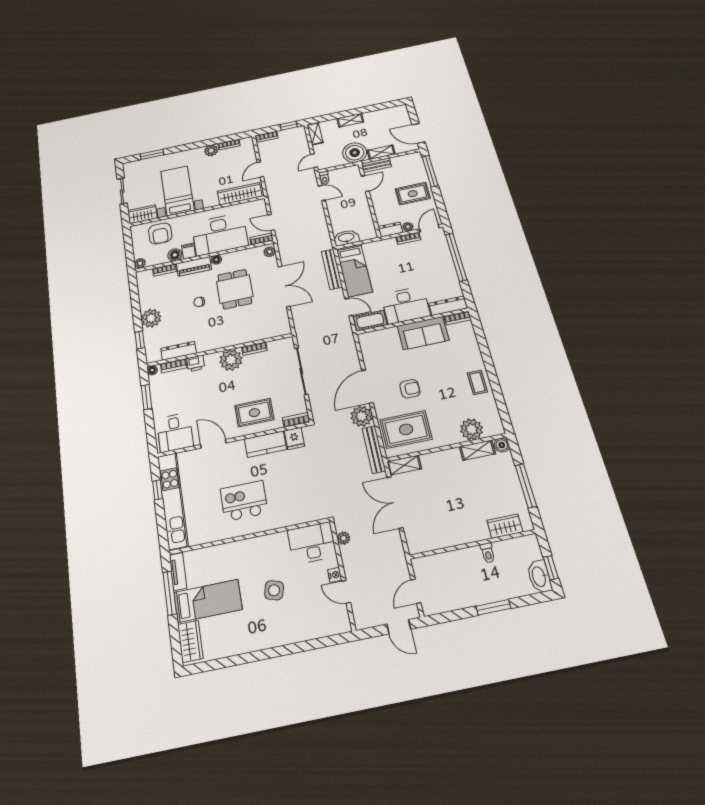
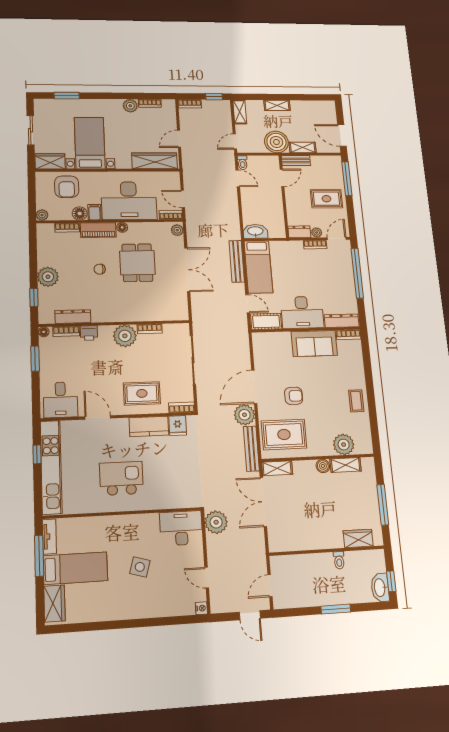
boiler: (502, 445) -> (323, 466), moved
plant: (343, 538) -> (216, 522), width x1.87, depth x1.87
nightstand: (335, 575) -> (201, 608), moved

